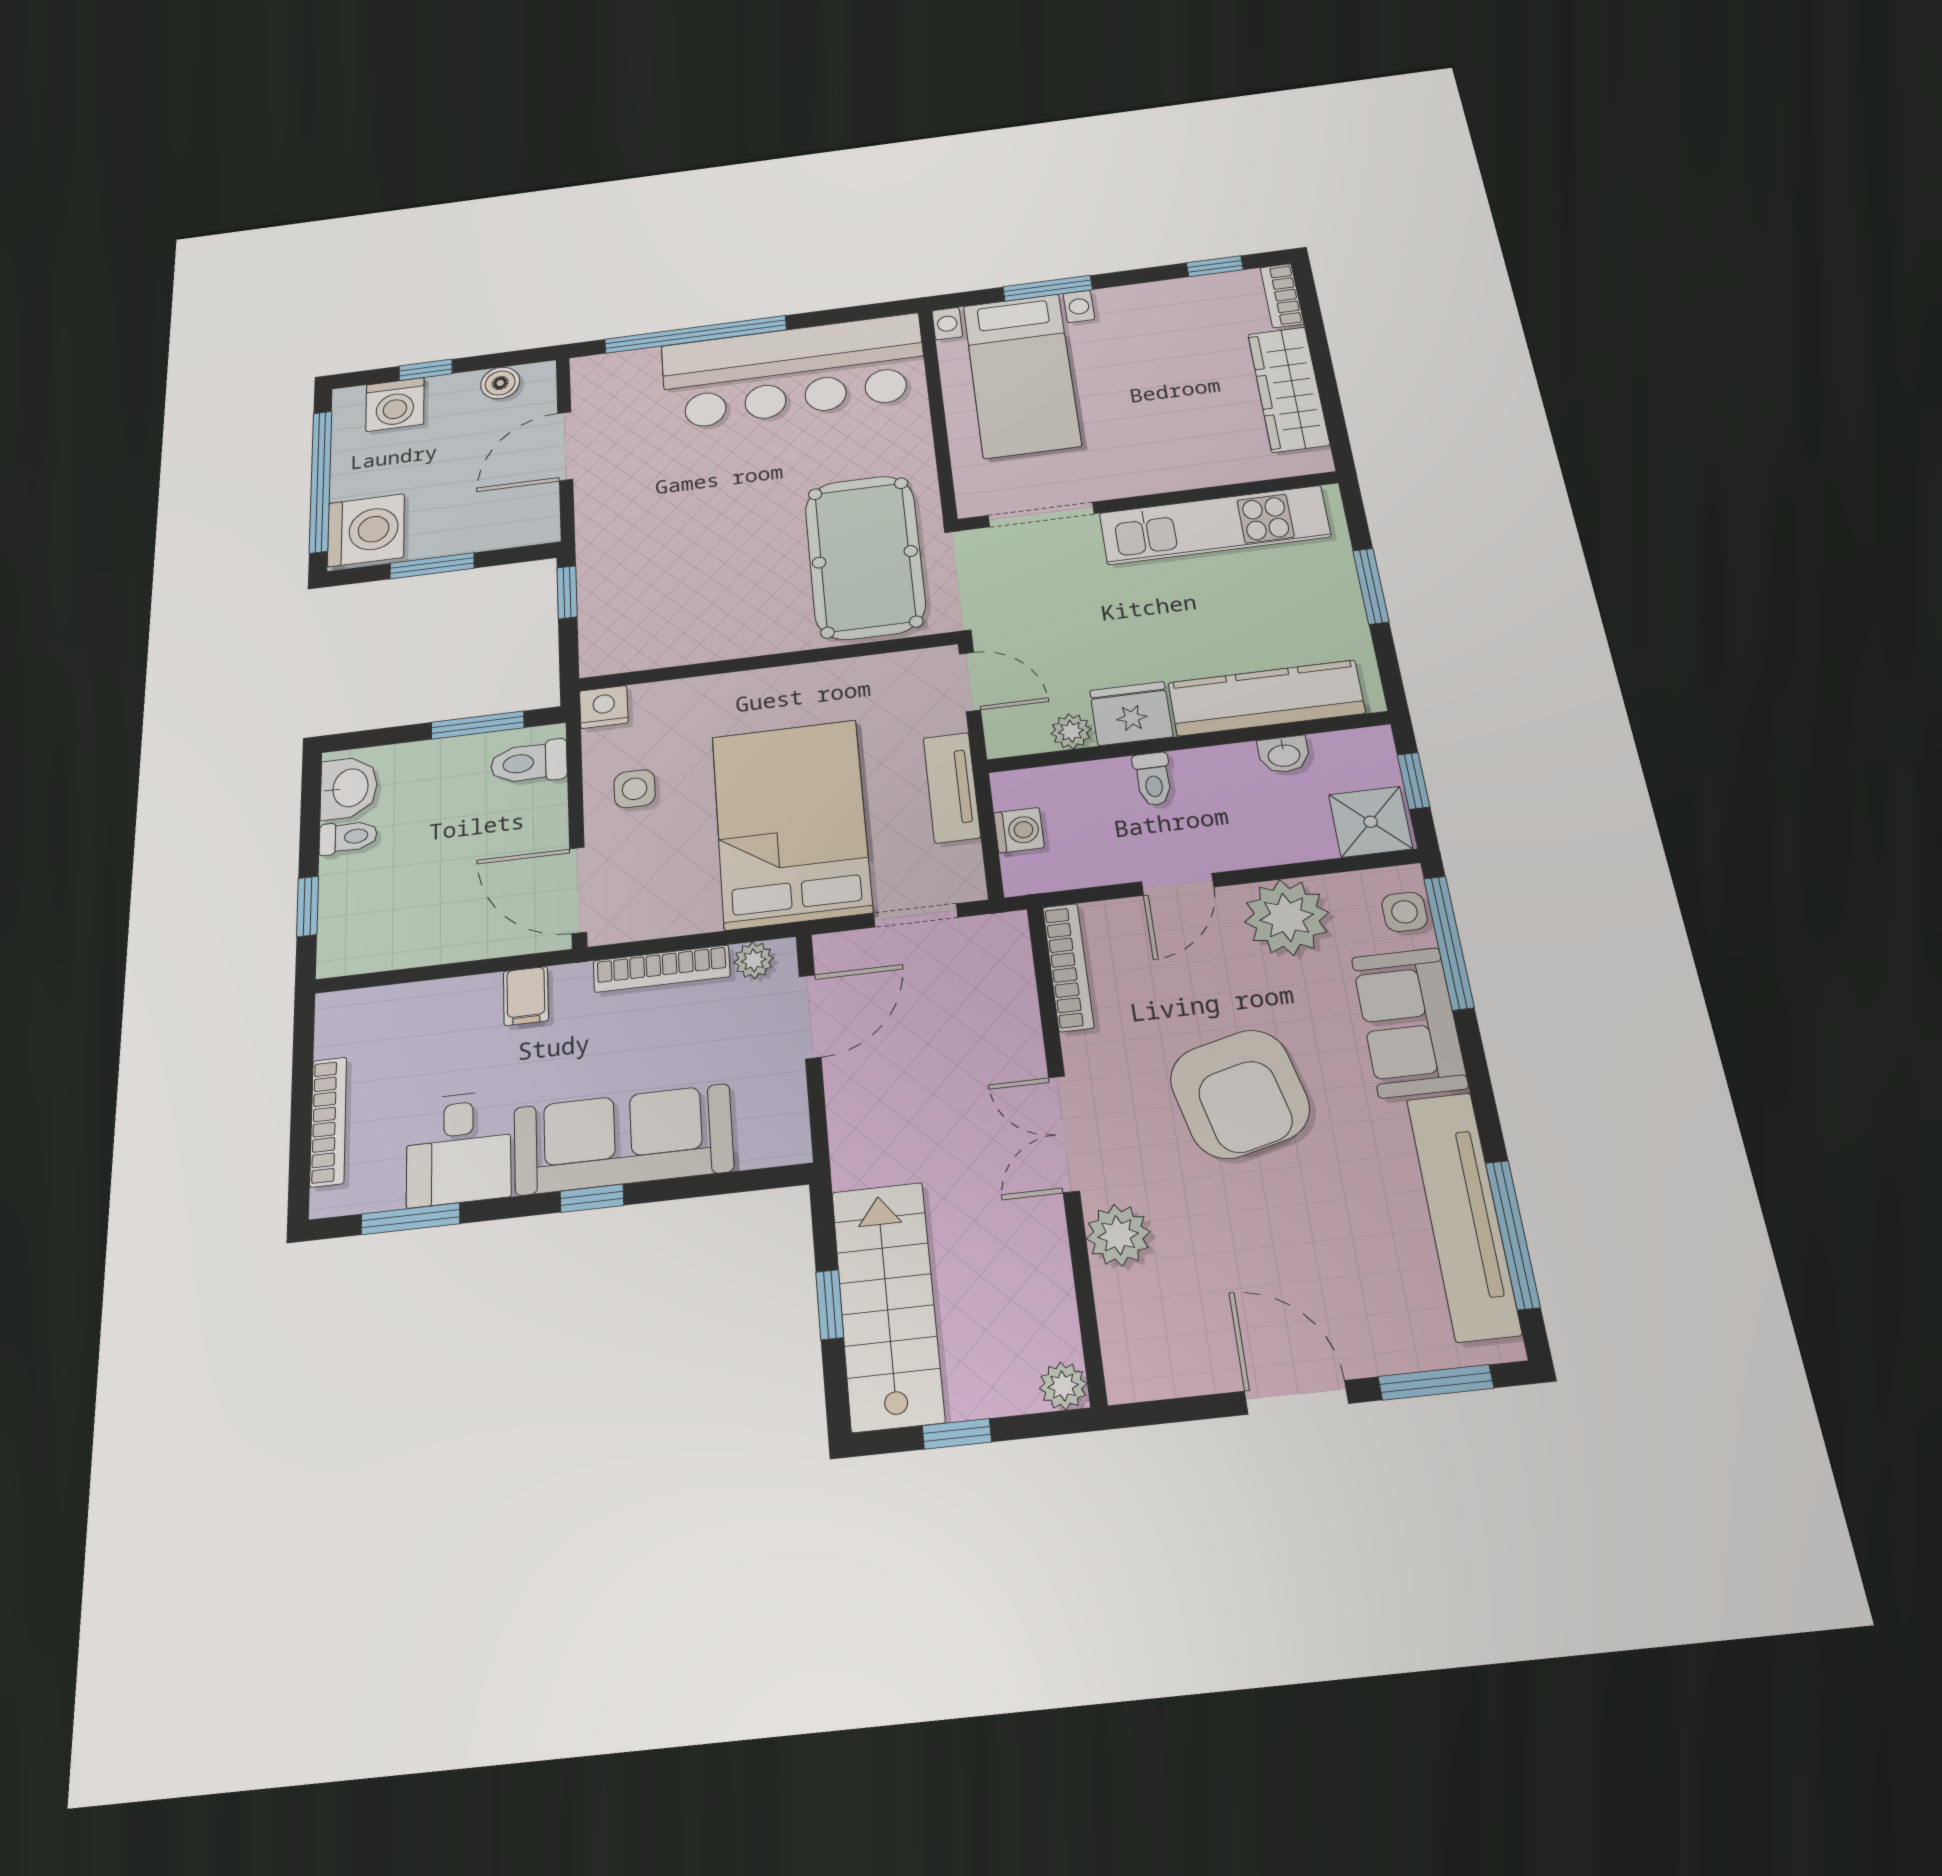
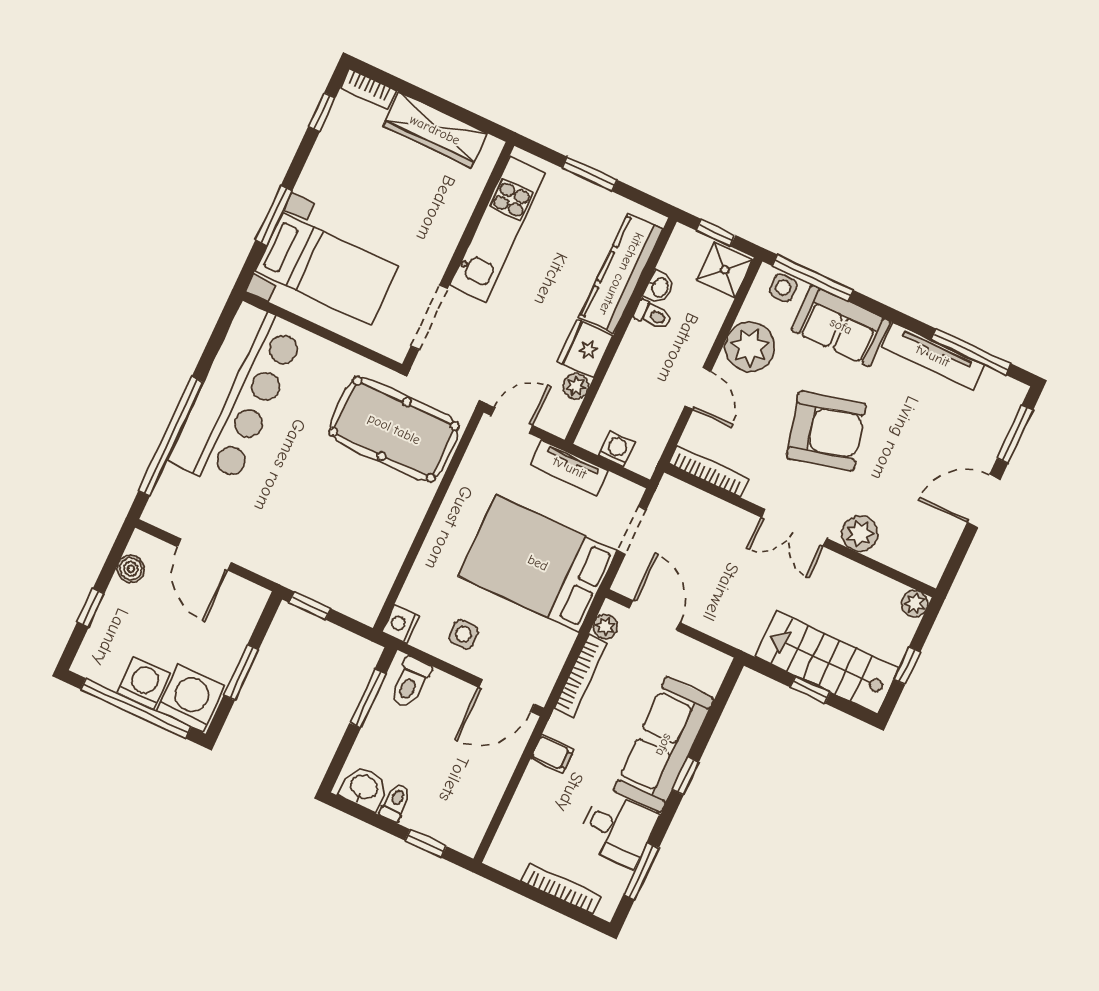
washing machine: (395, 404) -> (144, 683), moved, turned -90
toilet: (1153, 779) -> (653, 315), moved
tv unit: (1463, 1215) -> (933, 356), width x0.73, depth x0.78

